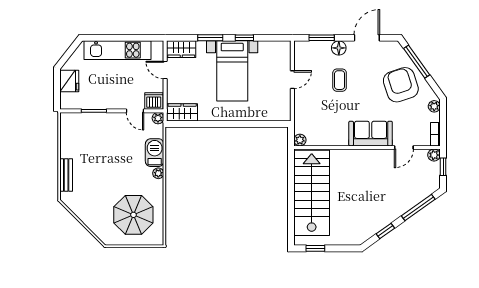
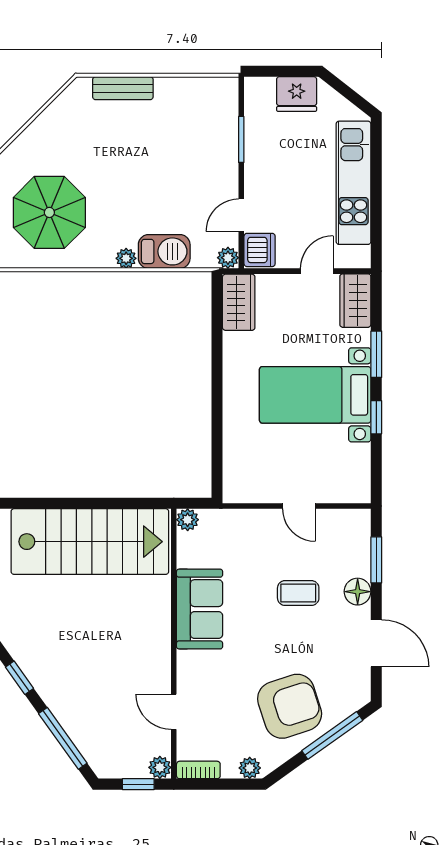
sofa: (371, 134) -> (200, 609), moved

